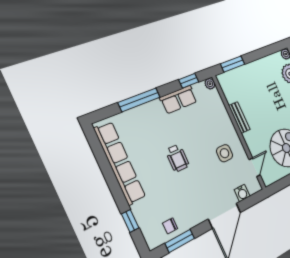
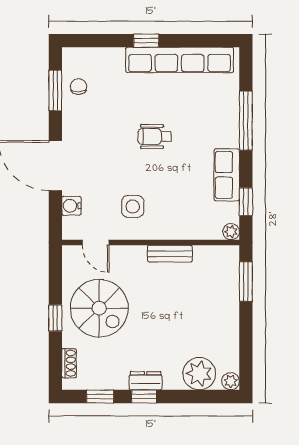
window: (130, 221) -> (146, 41), moved

